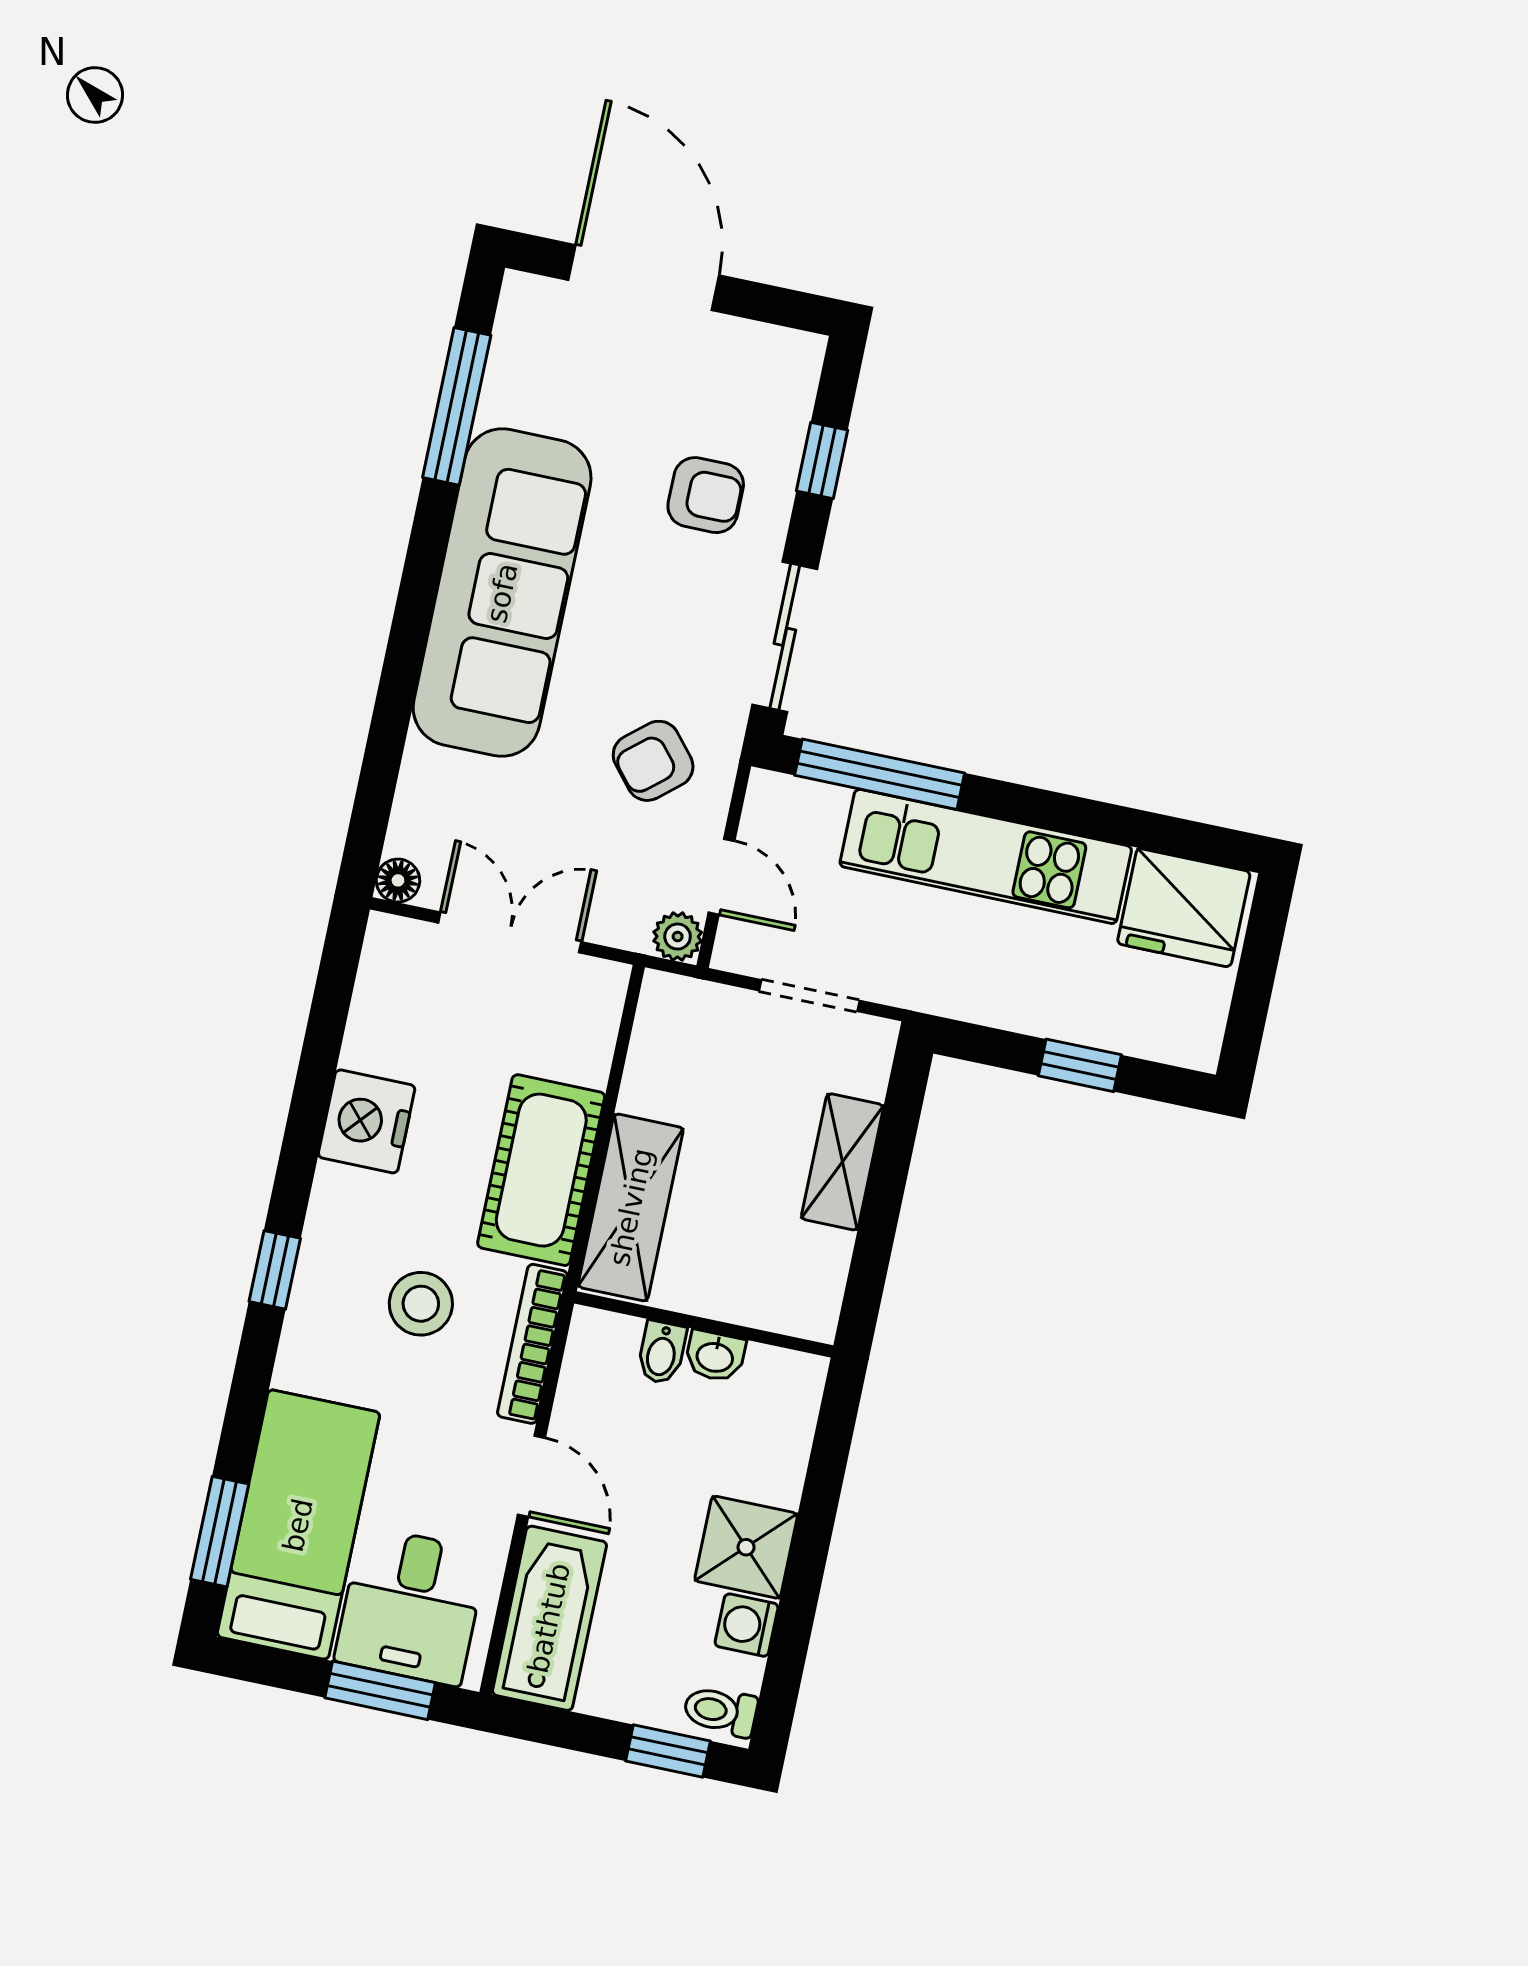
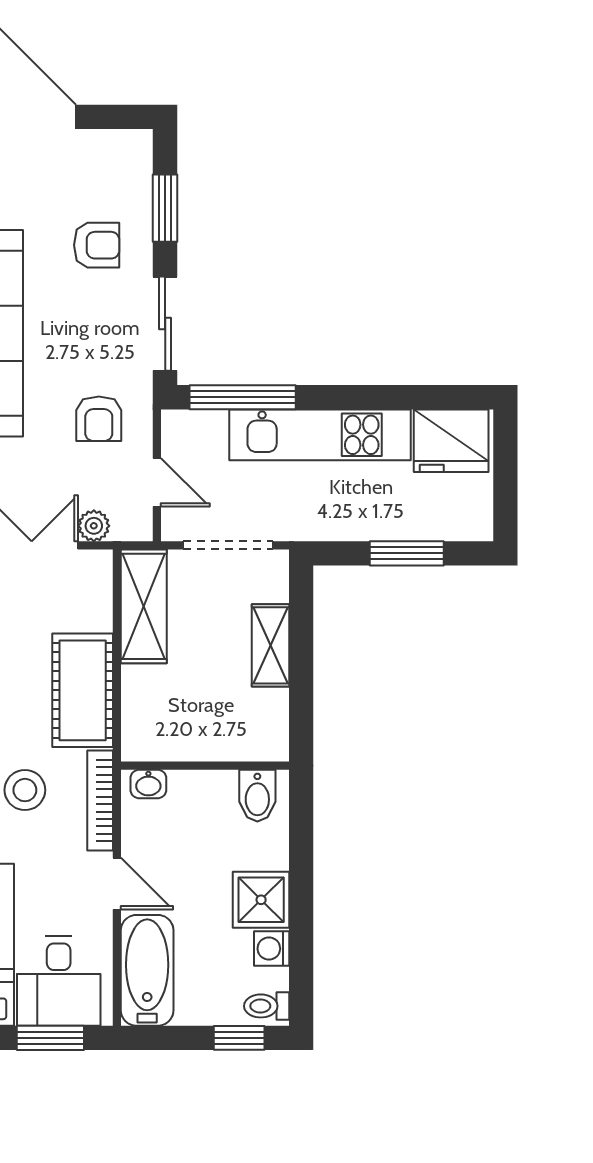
window: (822, 460) -> (165, 208), width x1.50
armchair: (653, 761) -> (99, 419), turned -50
plant: (678, 937) -> (94, 526), moved
doorway: (810, 996) -> (228, 545), width x1.38
window: (1080, 1065) -> (407, 553), width x1.50
shelving: (631, 1207) -> (144, 606), moved
bidet: (662, 1352) -> (257, 796), moved, width x1.38, depth x1.36
washbasin: (715, 1356) -> (148, 784), moved

